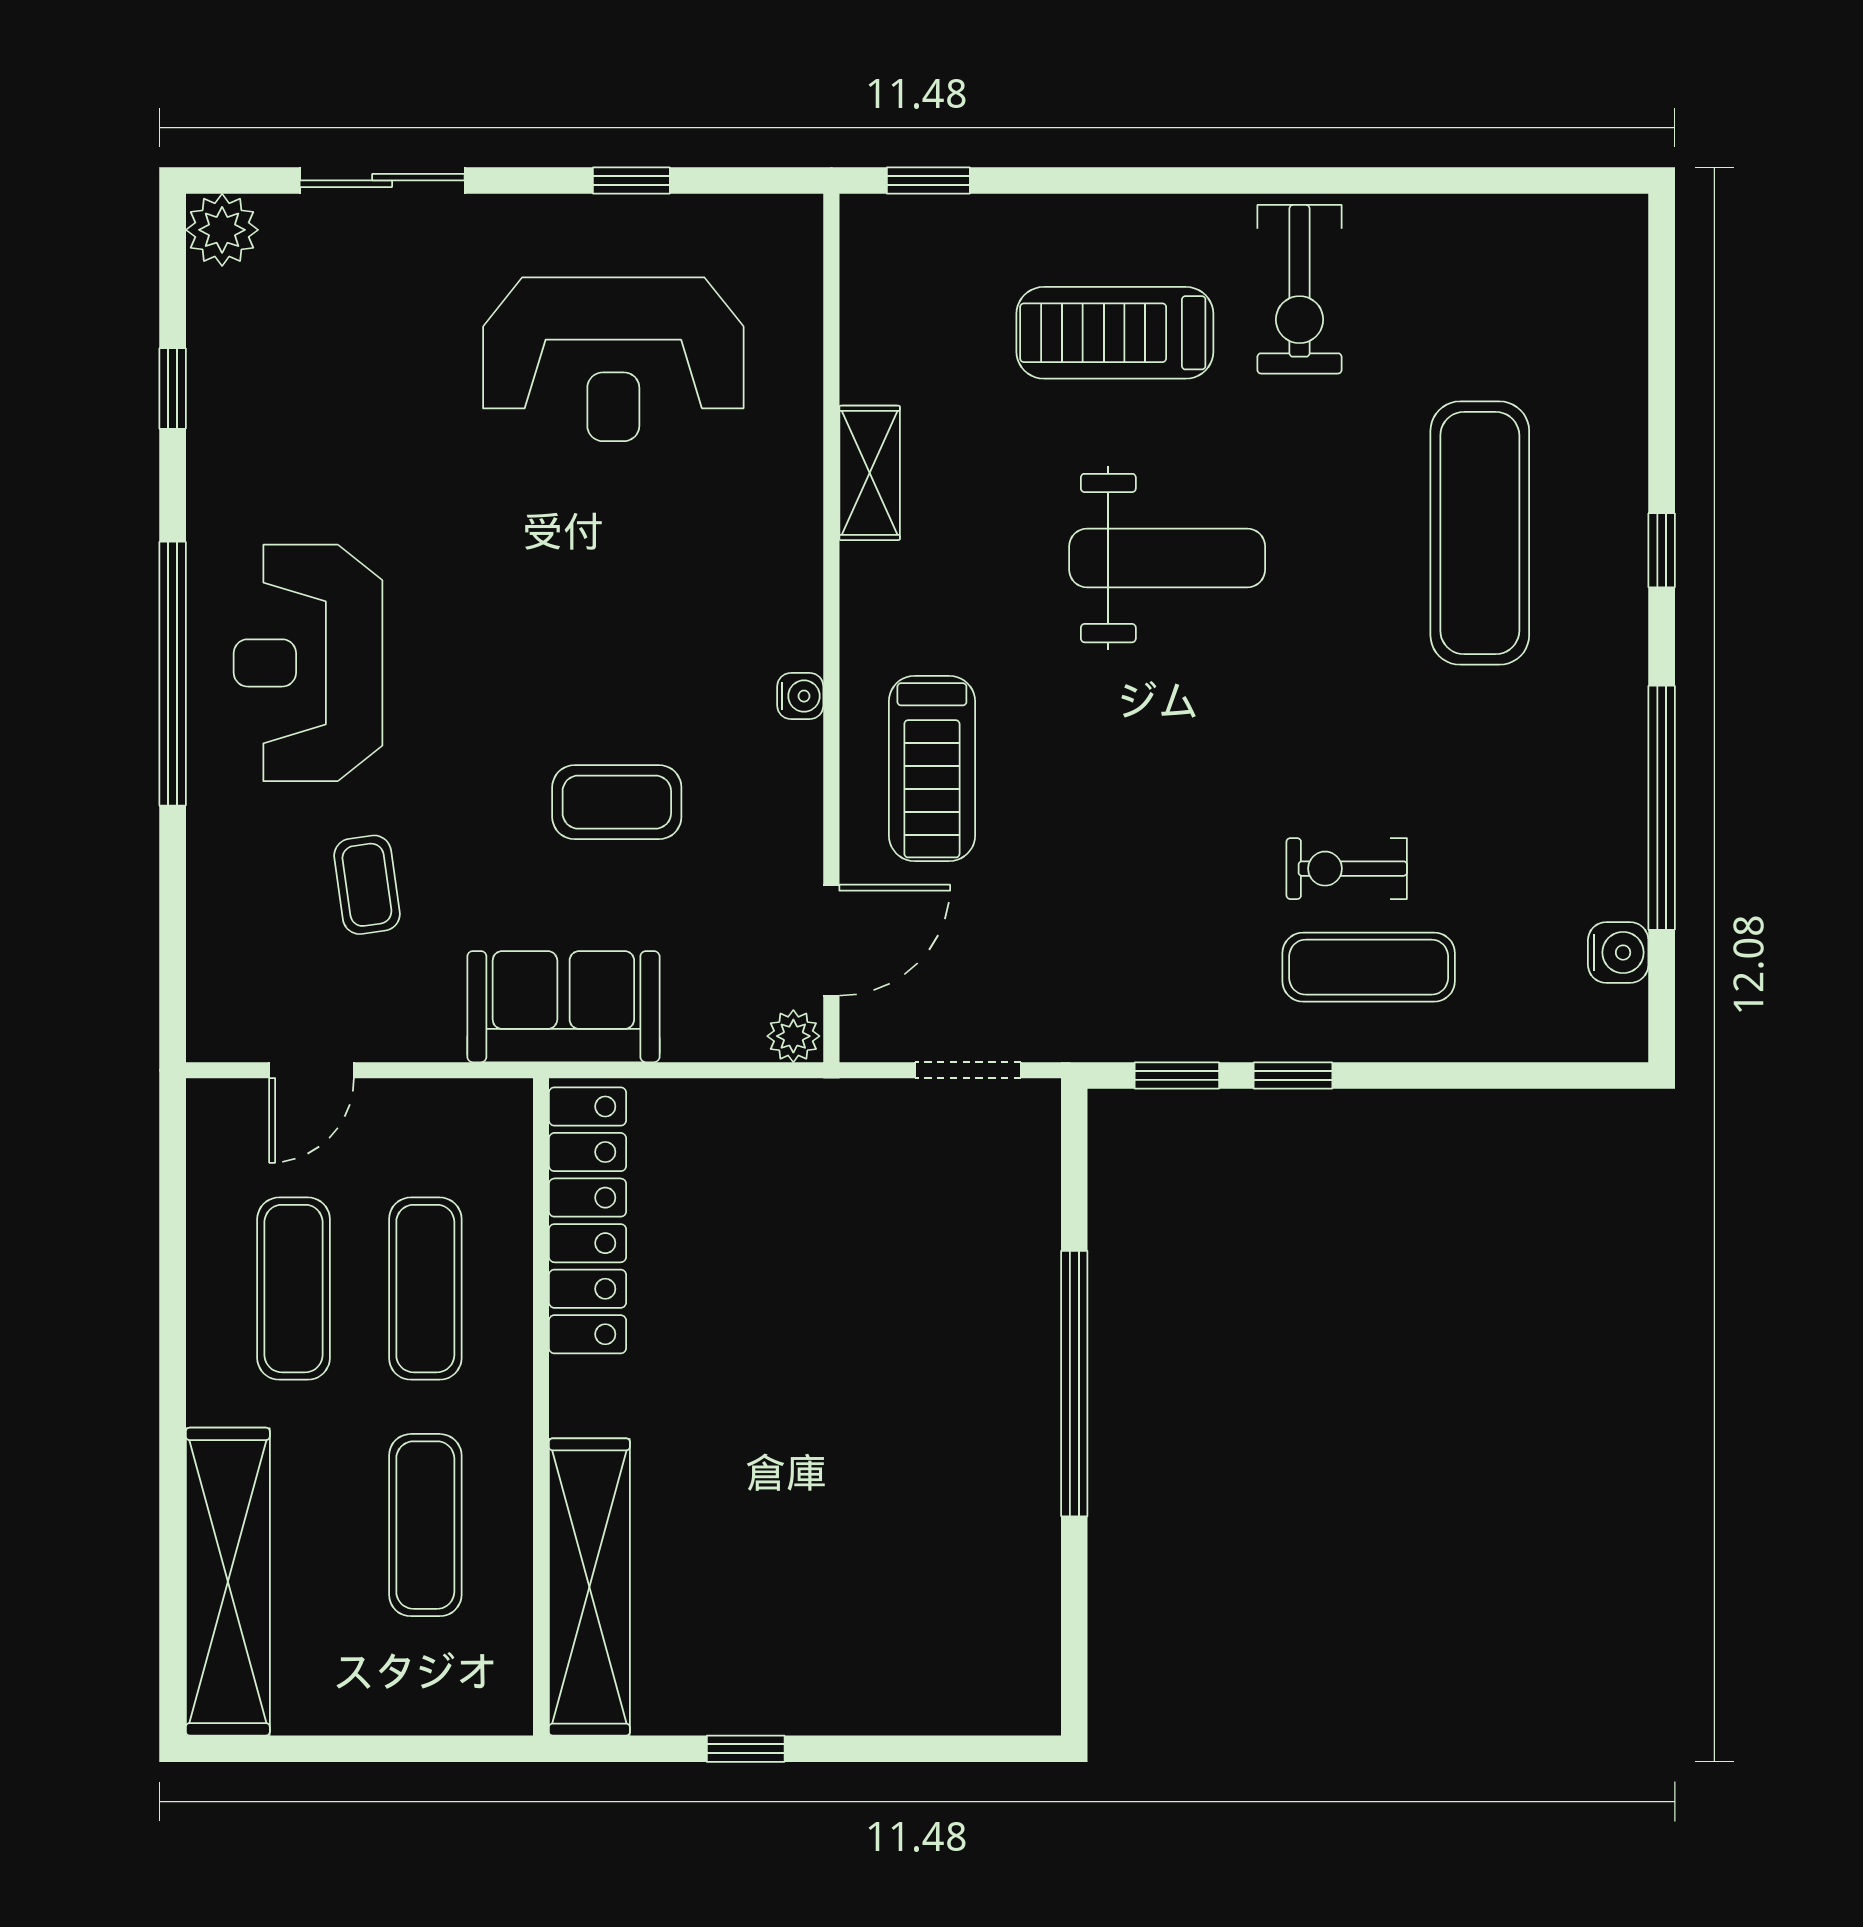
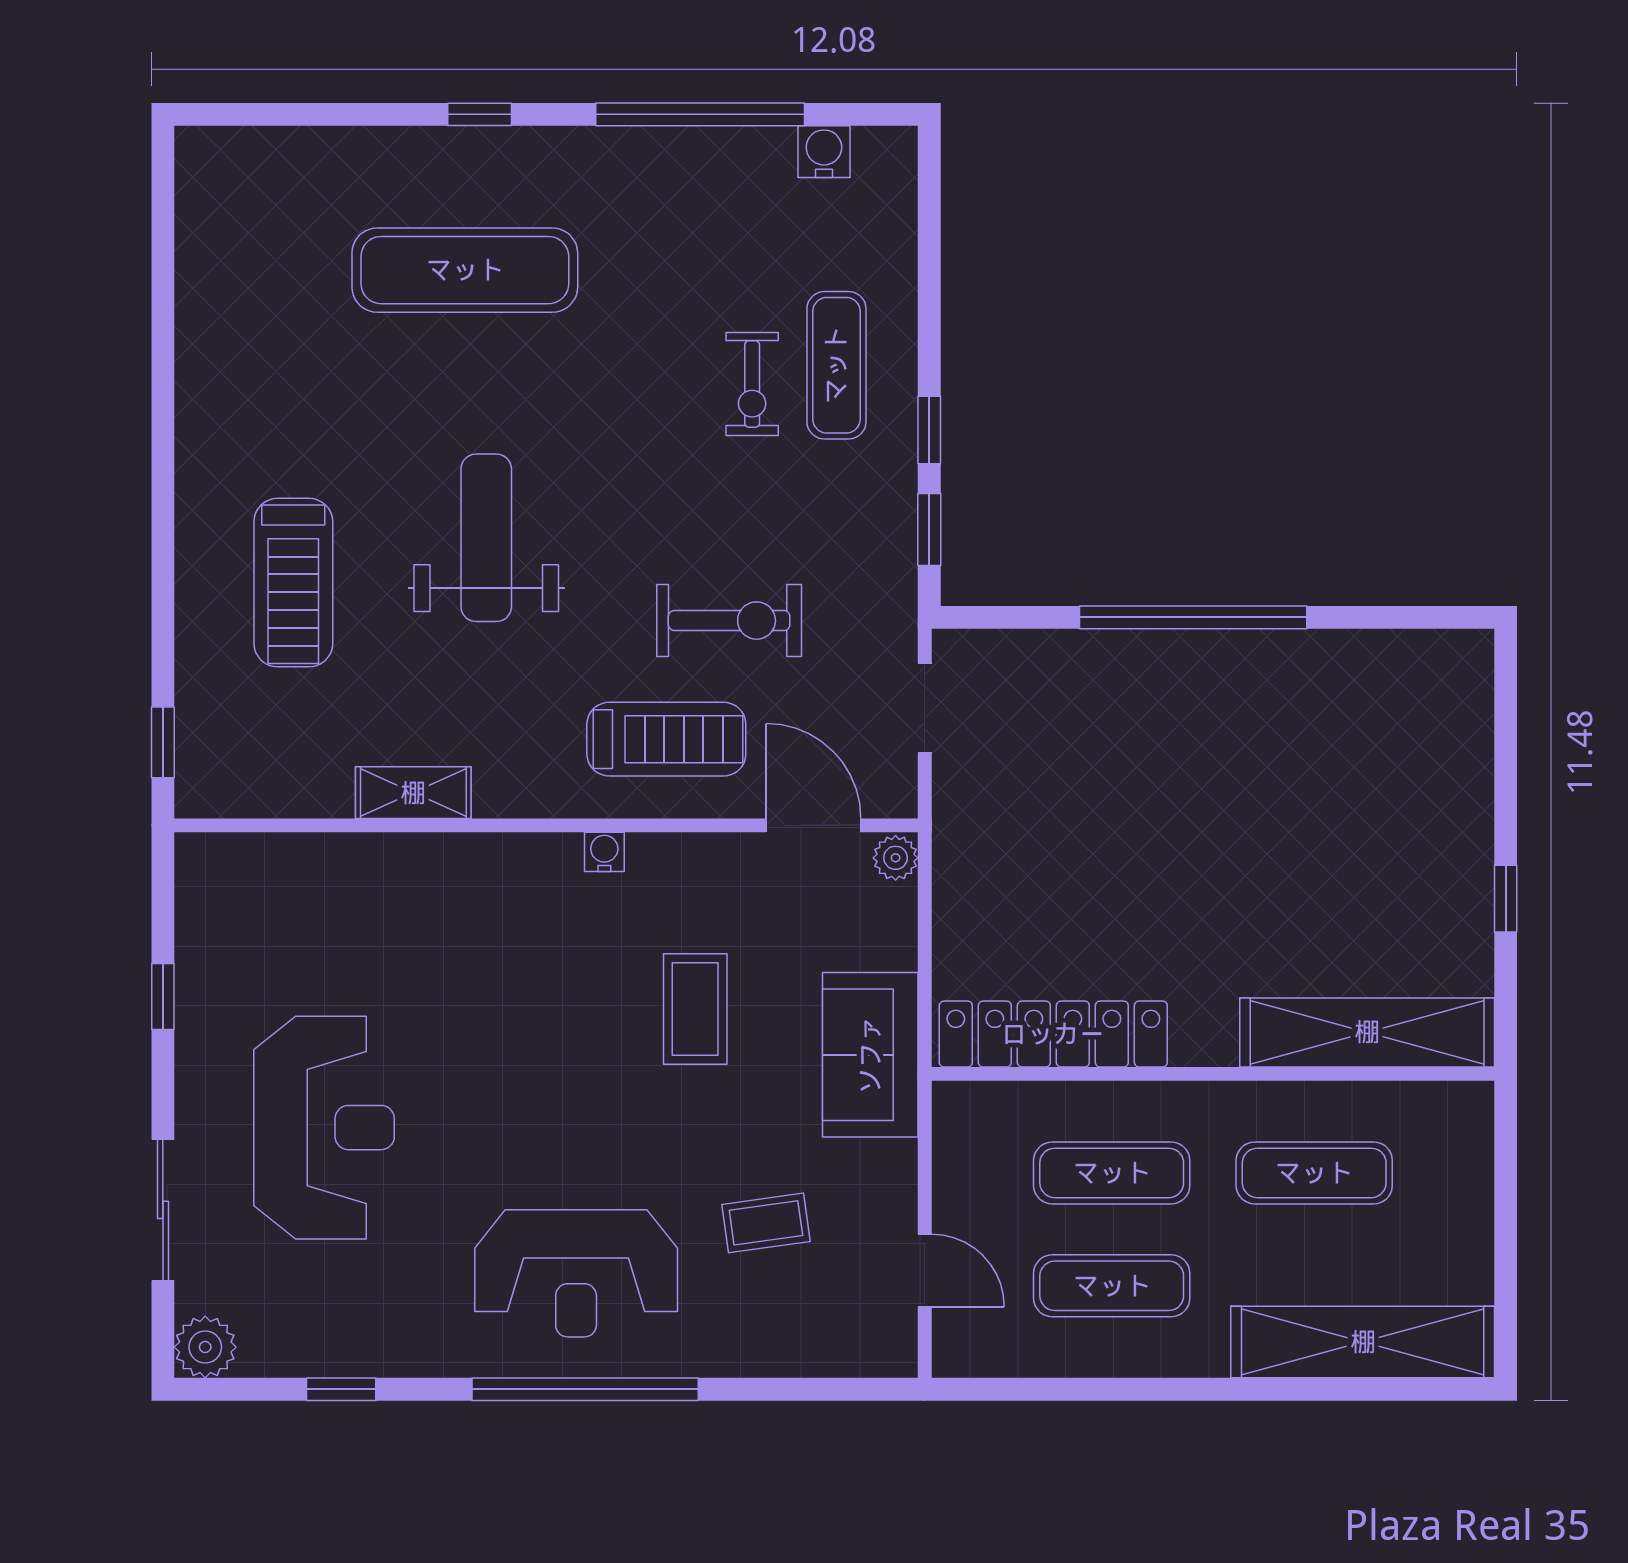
exercise bike: (1300, 289) -> (729, 621), moved
reception desk: (613, 359) -> (324, 1128), moved

